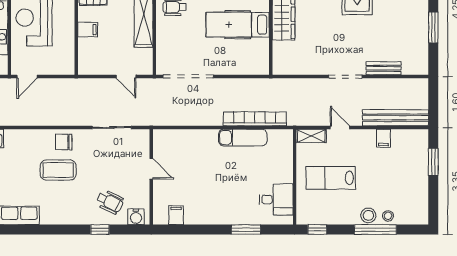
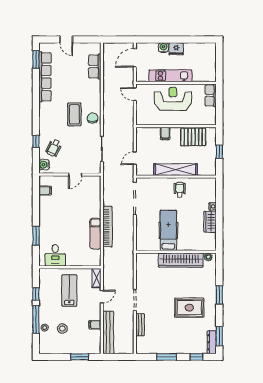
bookcase: (255, 119) -> (107, 227), moved
stool: (368, 215) -> (62, 329), moved
window: (317, 230) -> (36, 294), moved

